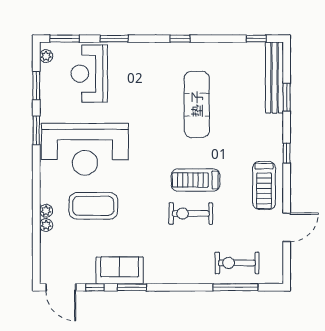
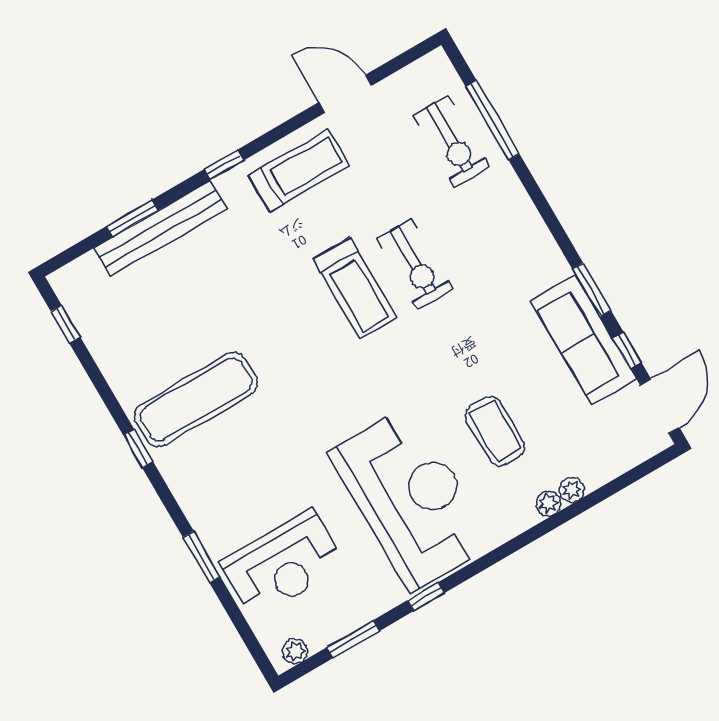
window: (65, 39) -> (249, 638), removed
bench: (274, 78) -> (161, 228), moved
exercise mat: (197, 104) -> (196, 400), moved
window: (36, 130) -> (426, 597), width x0.67
coffee table: (93, 206) -> (495, 431), width x0.73, depth x0.76
sofa: (120, 270) -> (584, 340), width x1.36

